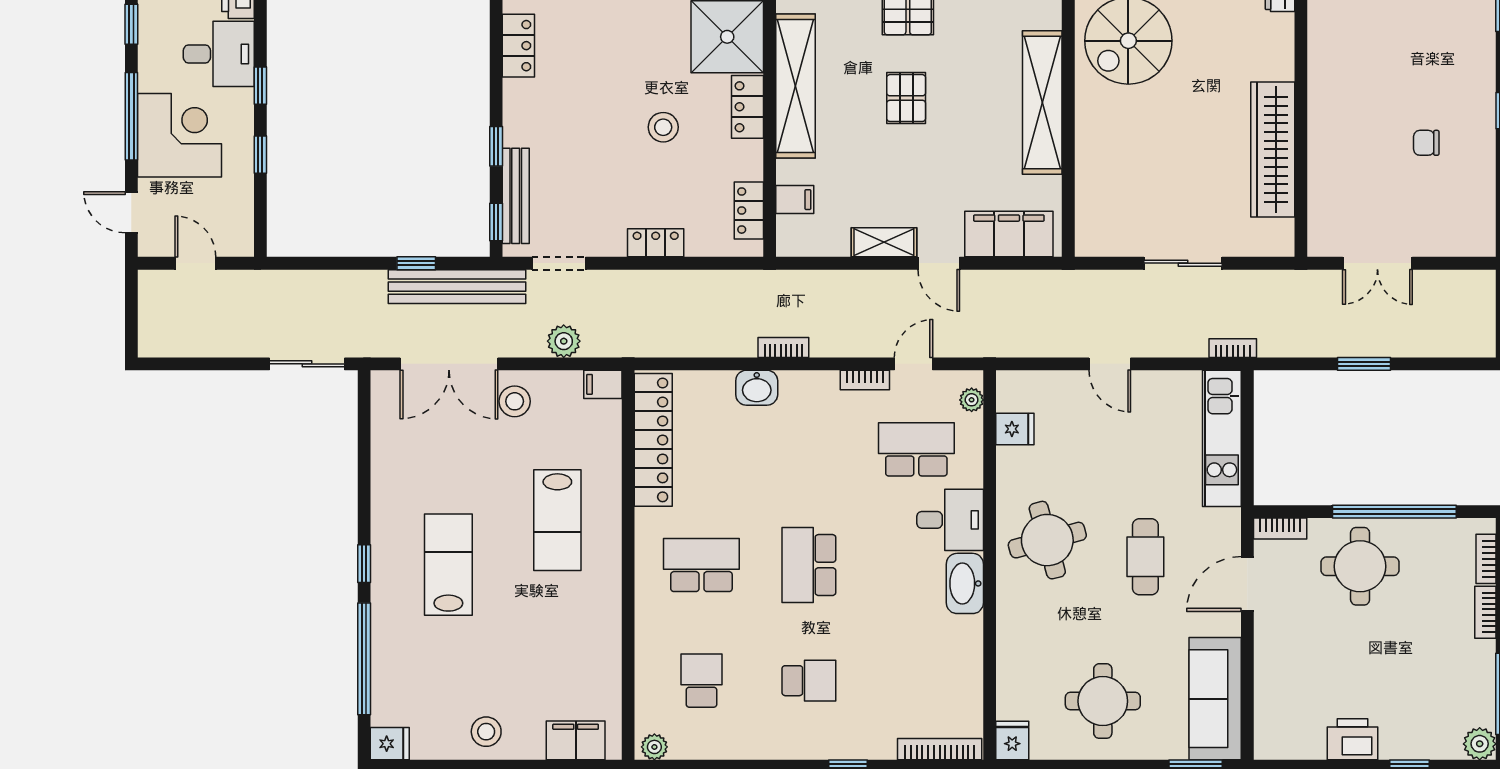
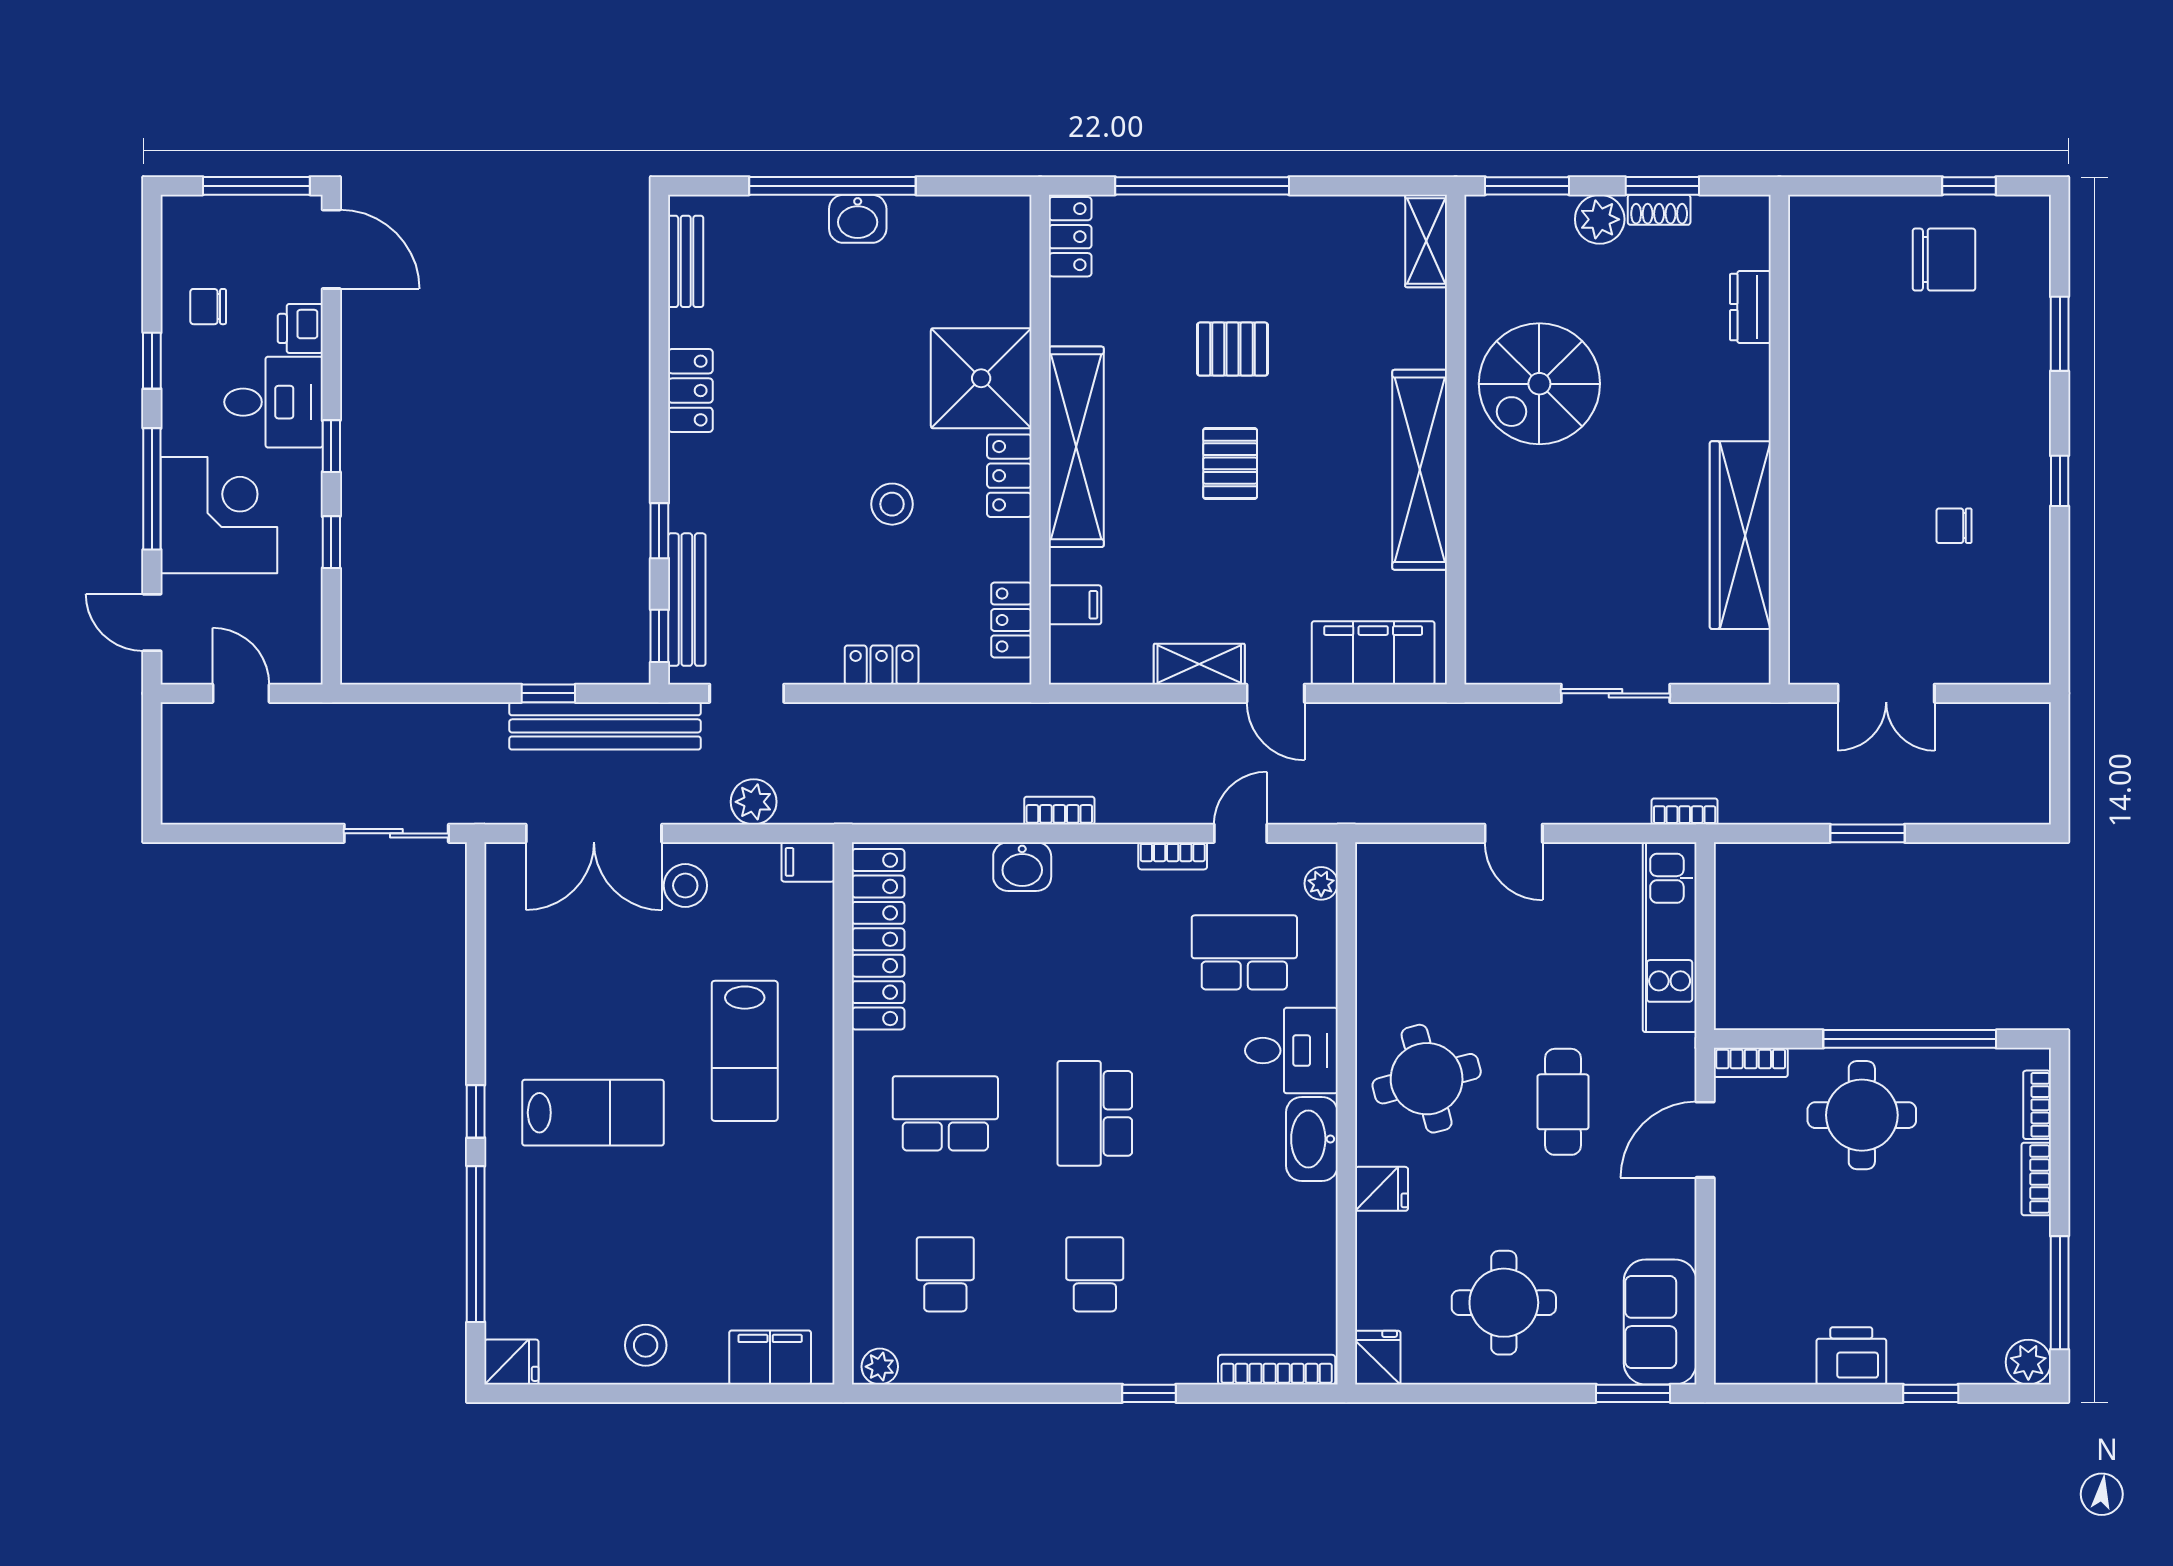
fridge: (1015, 429) -> (1382, 1189), moved
lab bench: (448, 565) -> (593, 1113), turned 90
school desk: (809, 681) -> (1095, 1274), turned -90
sofa: (1215, 699) -> (1660, 1322), width x0.73

